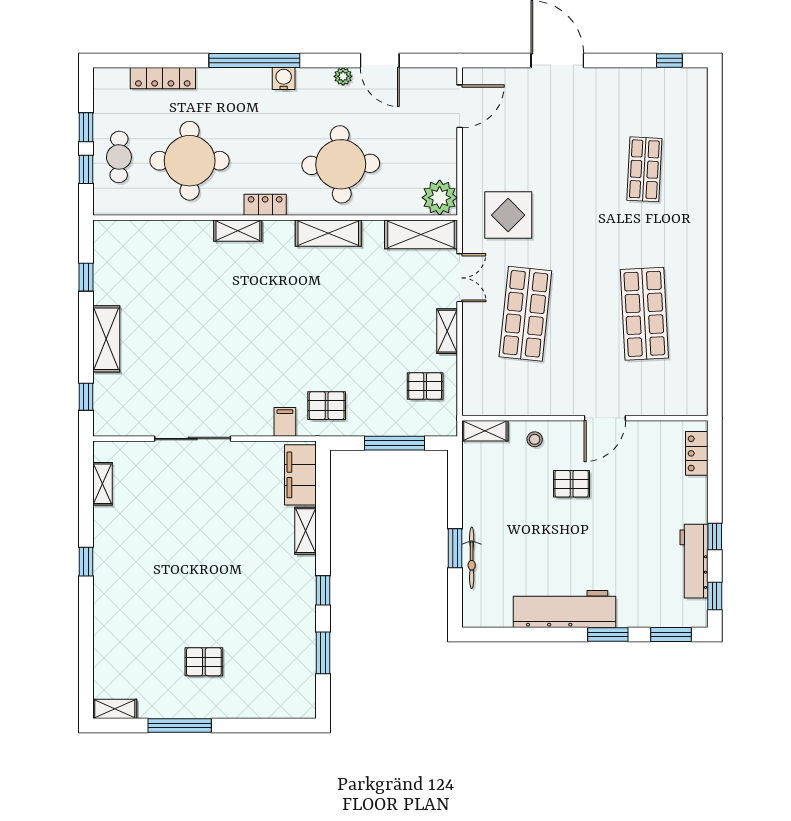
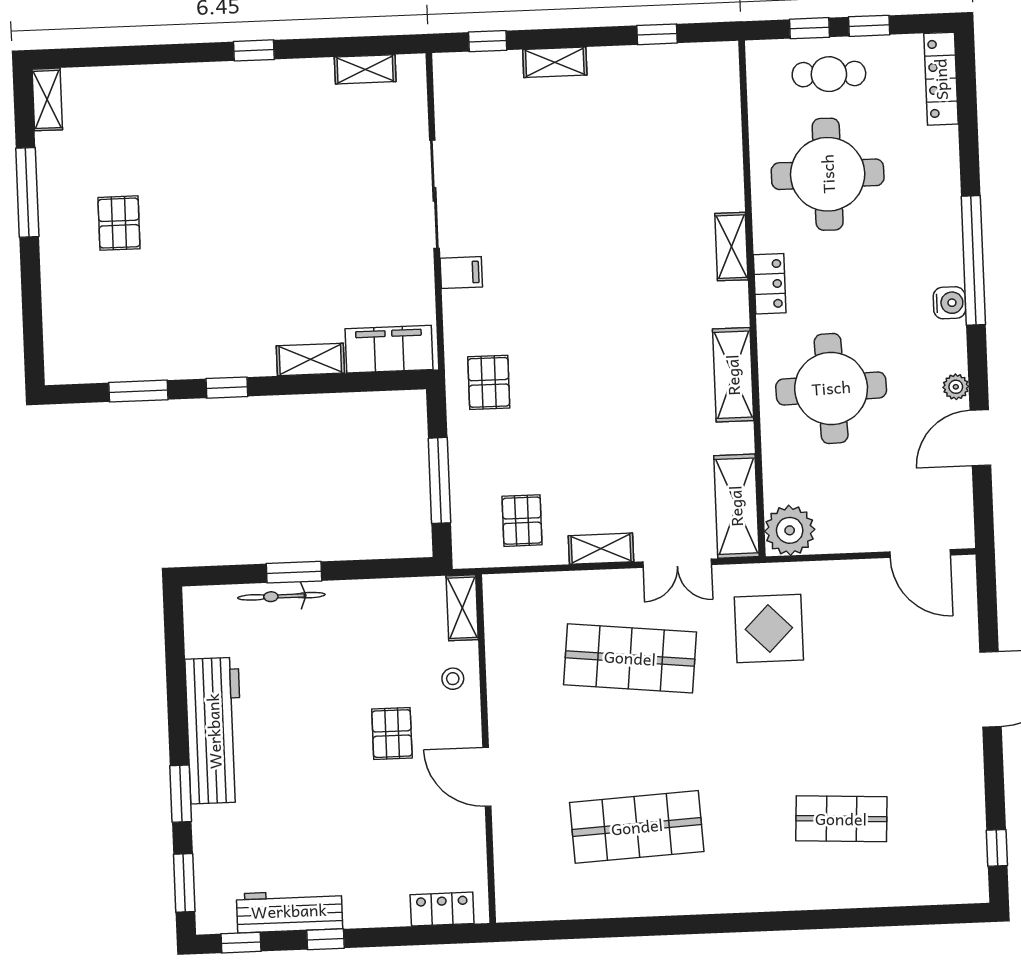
locker: (163, 78) -> (941, 79), moved
shelving: (106, 339) -> (555, 62), width x0.67, depth x0.75
filing cabinet: (285, 422) -> (461, 273), moved

